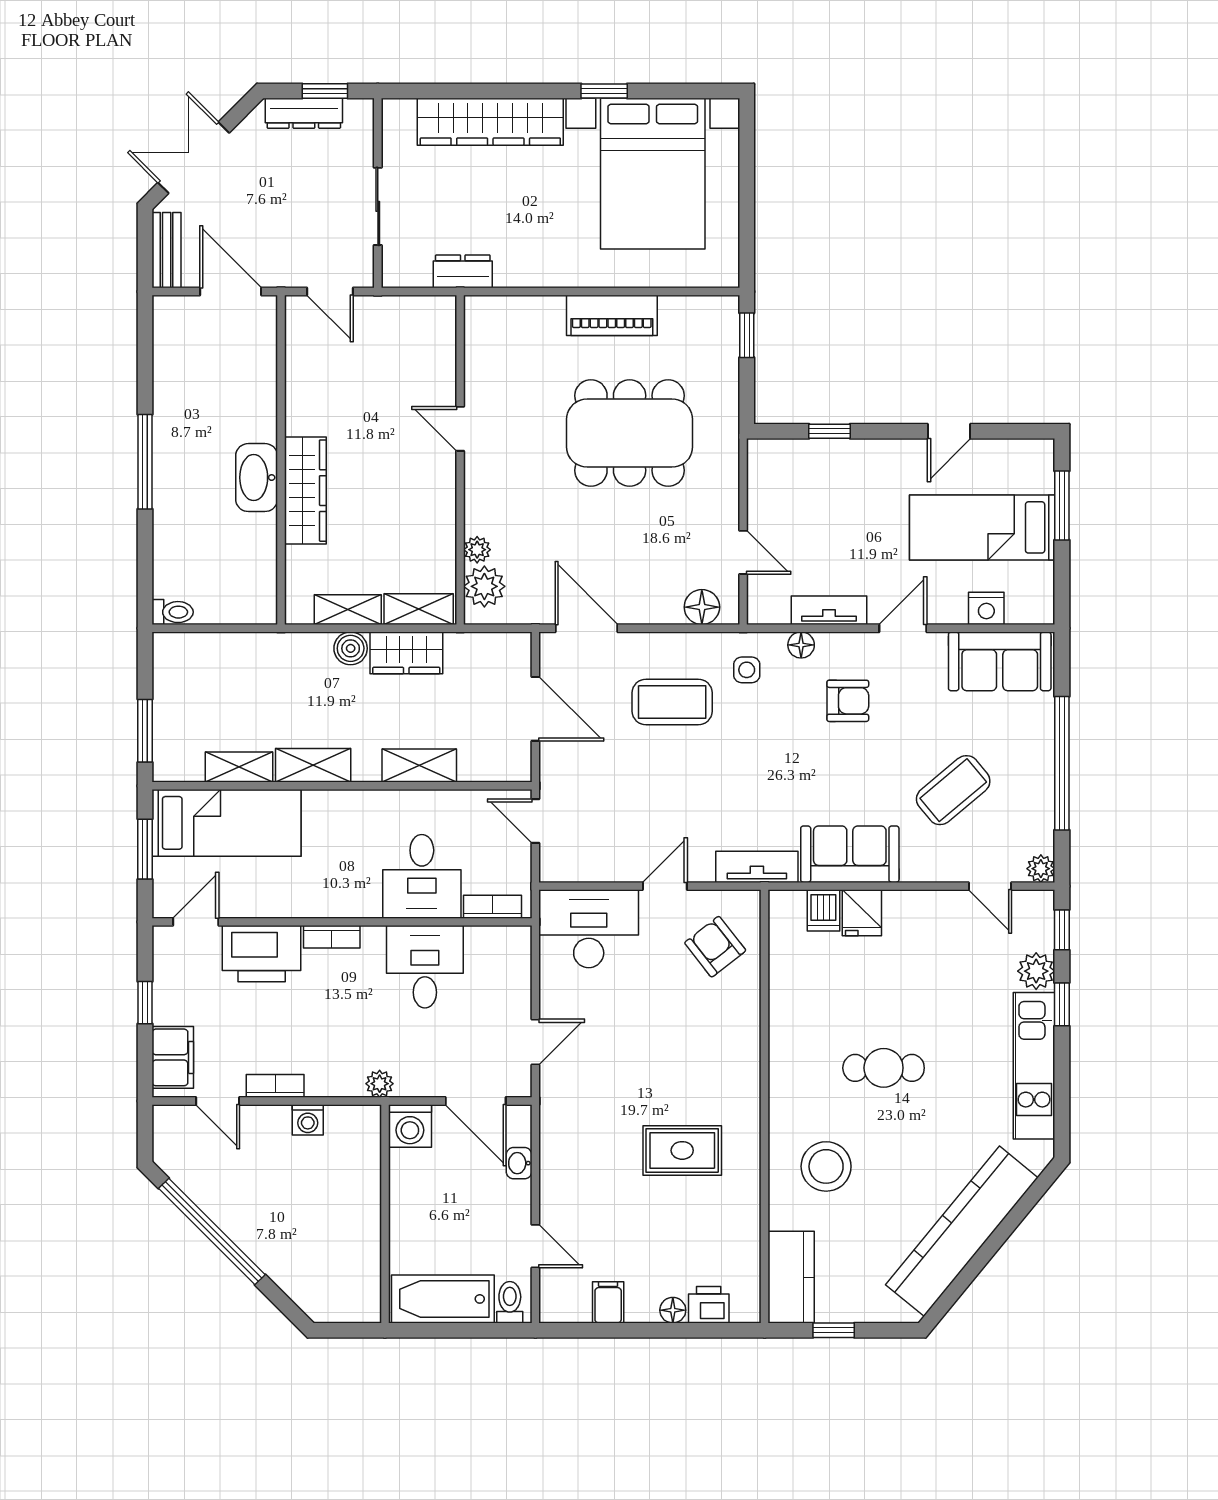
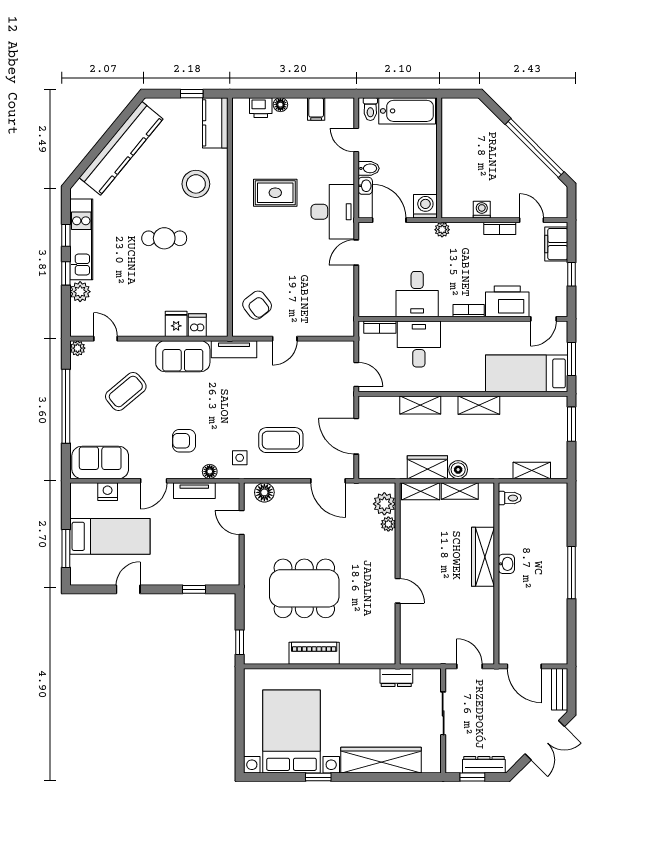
washbasin: (257, 478) -> (506, 564), width x0.52, depth x0.69
toilet: (173, 612) -> (510, 498), moved, turned 180
shelving: (239, 767) -> (532, 470), moved
desk: (589, 929) -> (333, 212), moved, turned -90
window: (1062, 930) -> (66, 235), moved
bidet: (513, 1195) -> (369, 168), added

